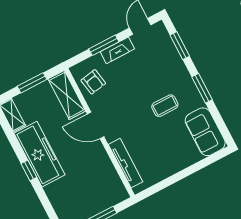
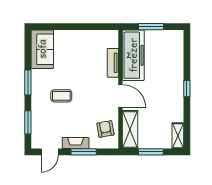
coffee table: (165, 106) -> (61, 96), moved
freezer: (39, 154) -> (133, 55), moved, turned 180
tv unit: (126, 163) -> (113, 63), width x0.71

